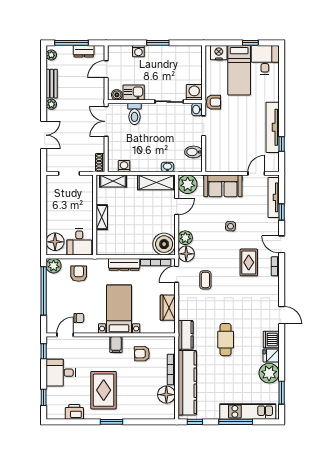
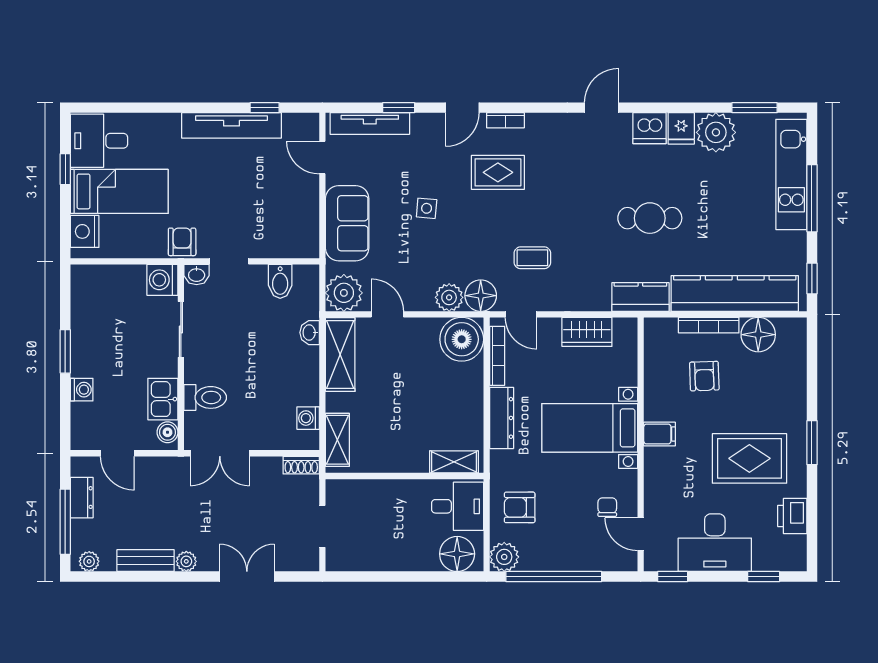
shelving: (102, 217) -> (454, 462), moved
armchair: (142, 354) -> (704, 376), moved
desk: (61, 373) -> (715, 543), width x1.37

